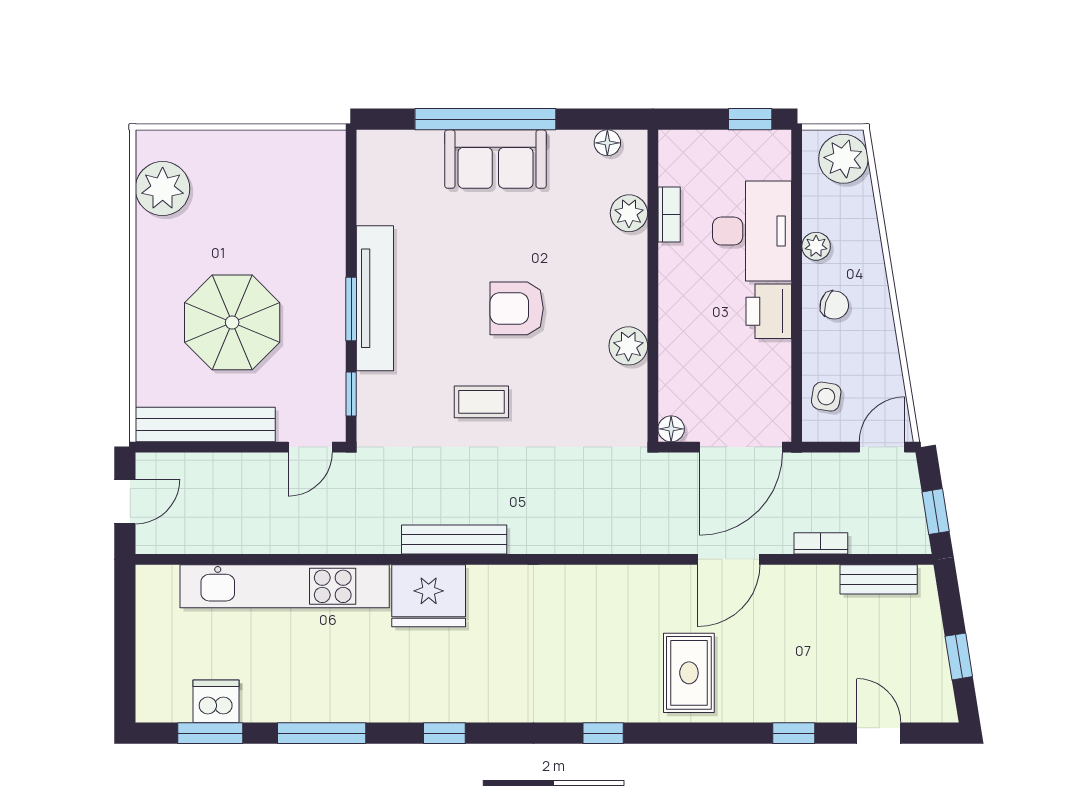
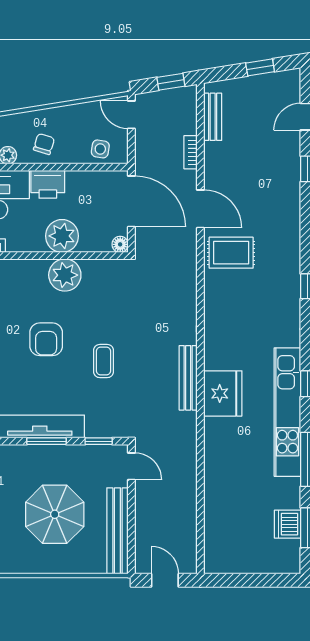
plant: (685, 334) -> (62, 236), added
plant: (628, 346) -> (65, 275), width x1.36, depth x1.36
kitchen unit: (285, 586) -> (287, 412), moved, turned 180
rug: (689, 673) -> (231, 253), moved

